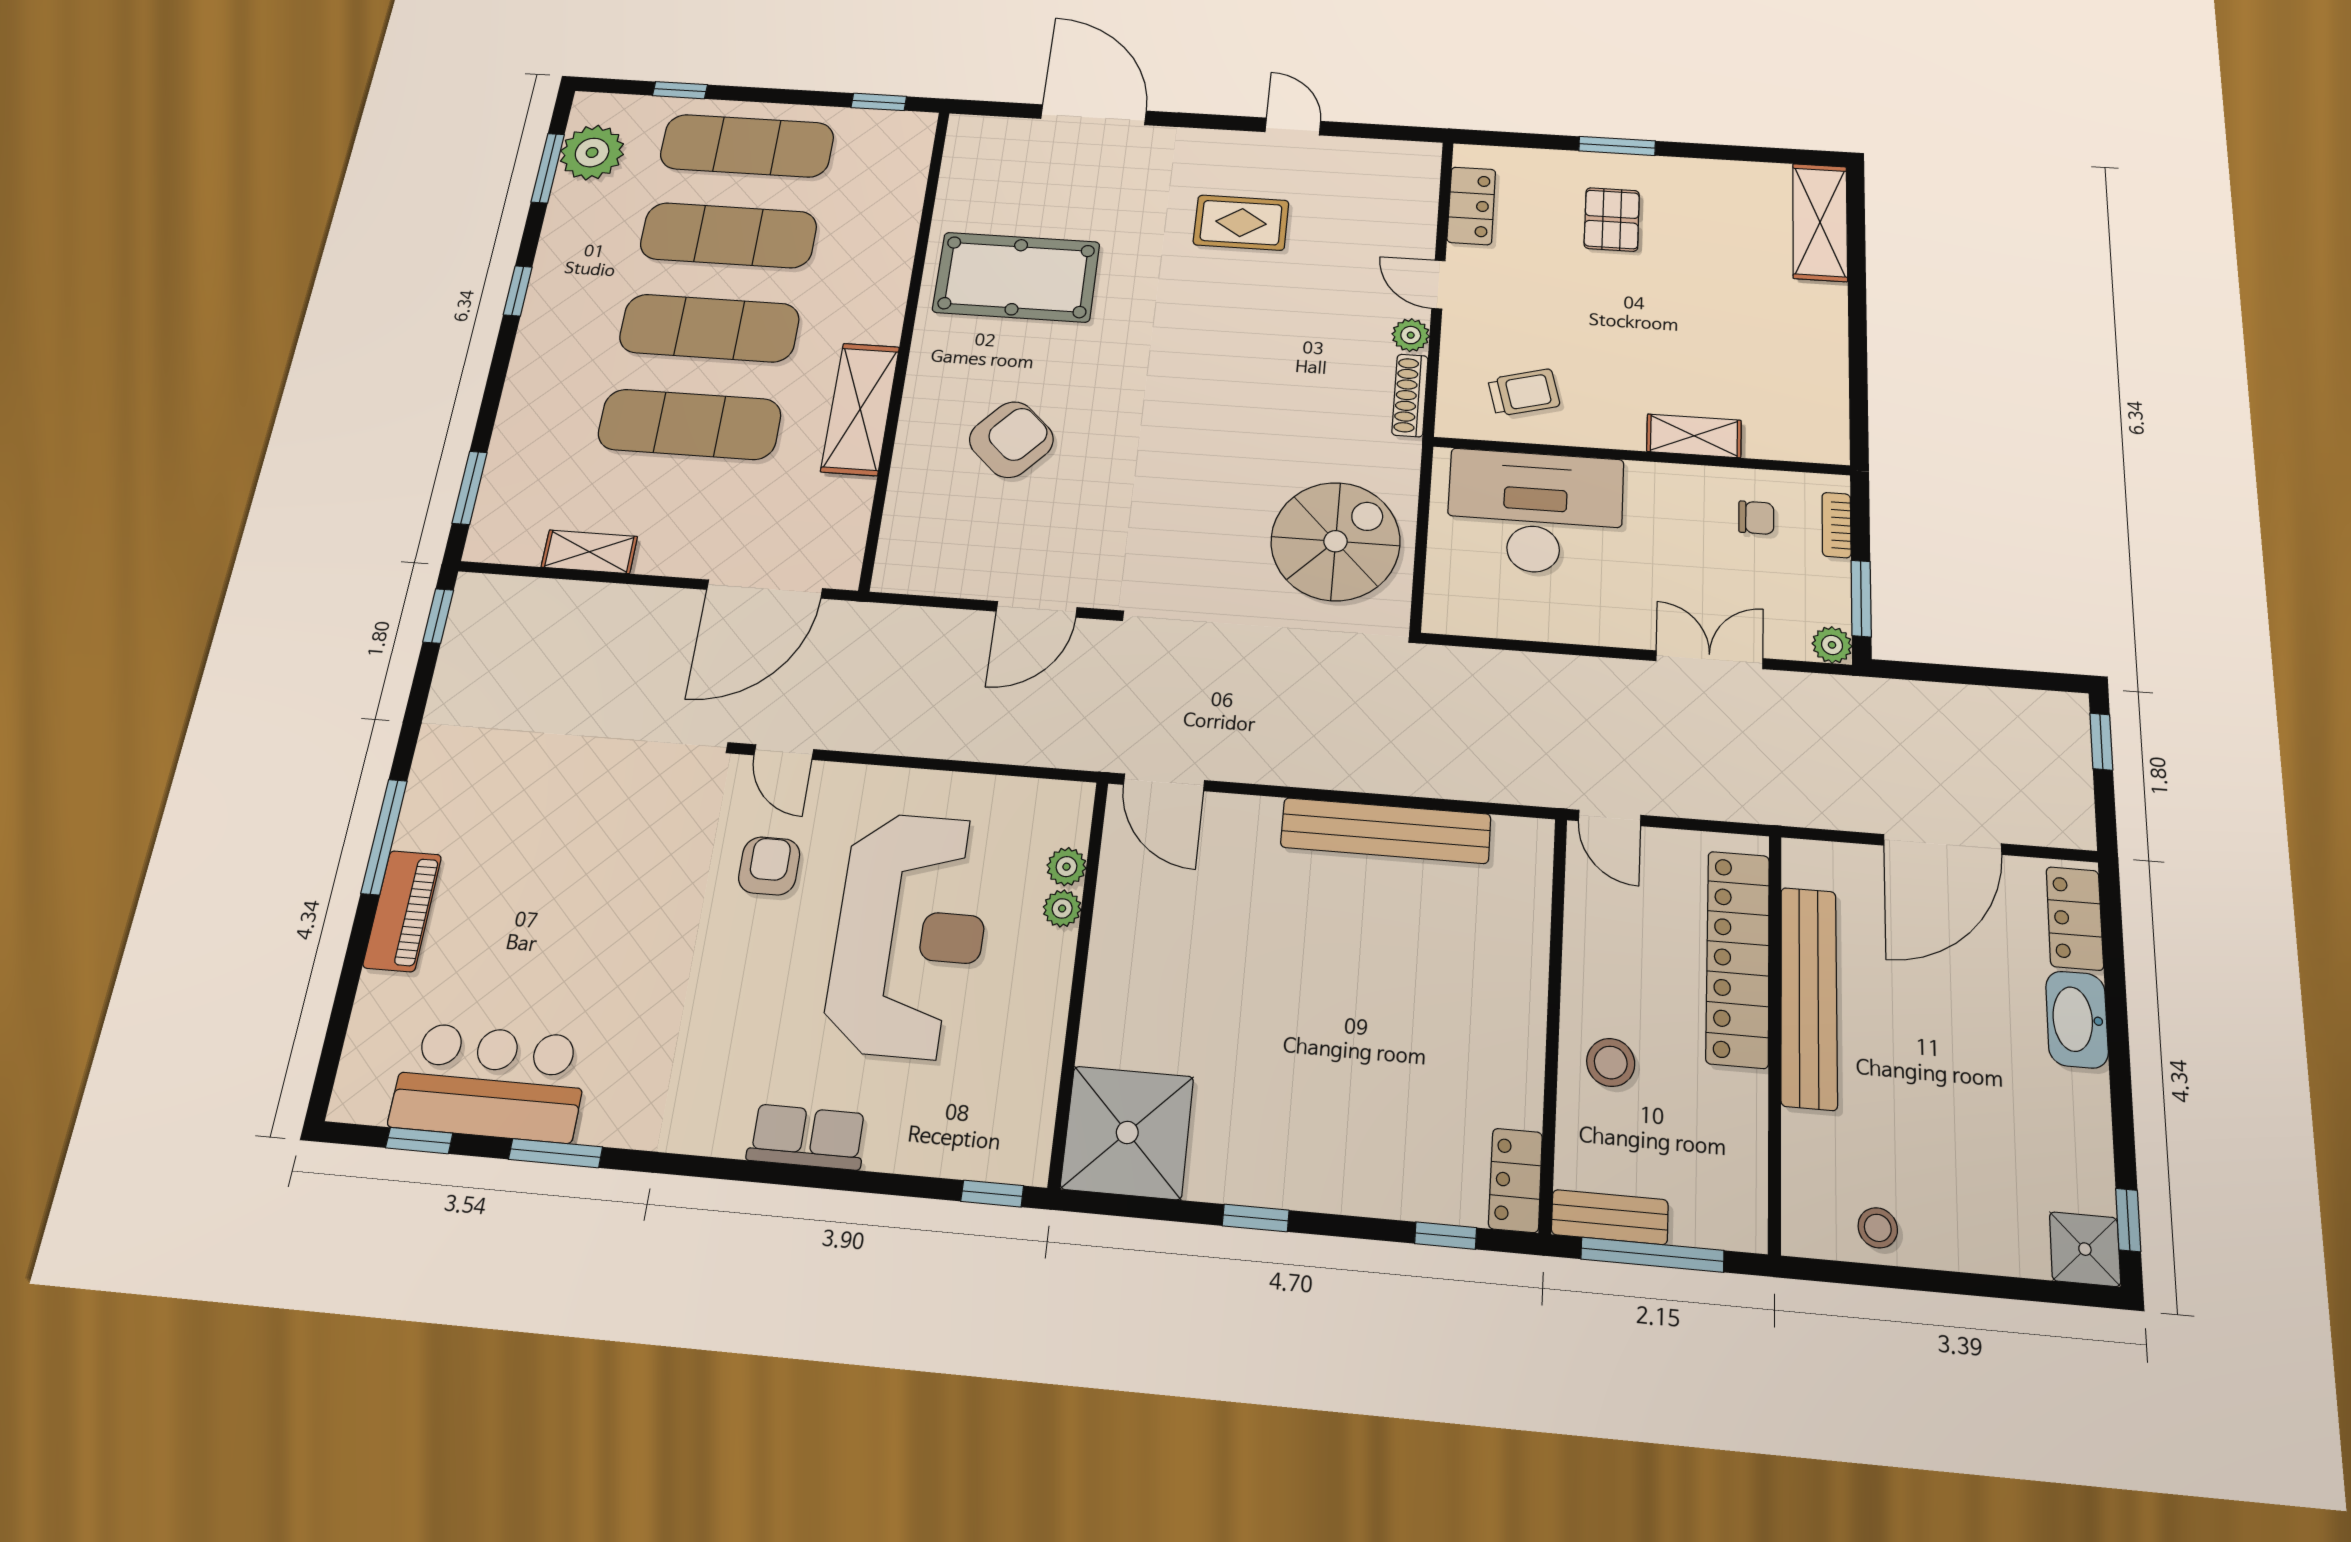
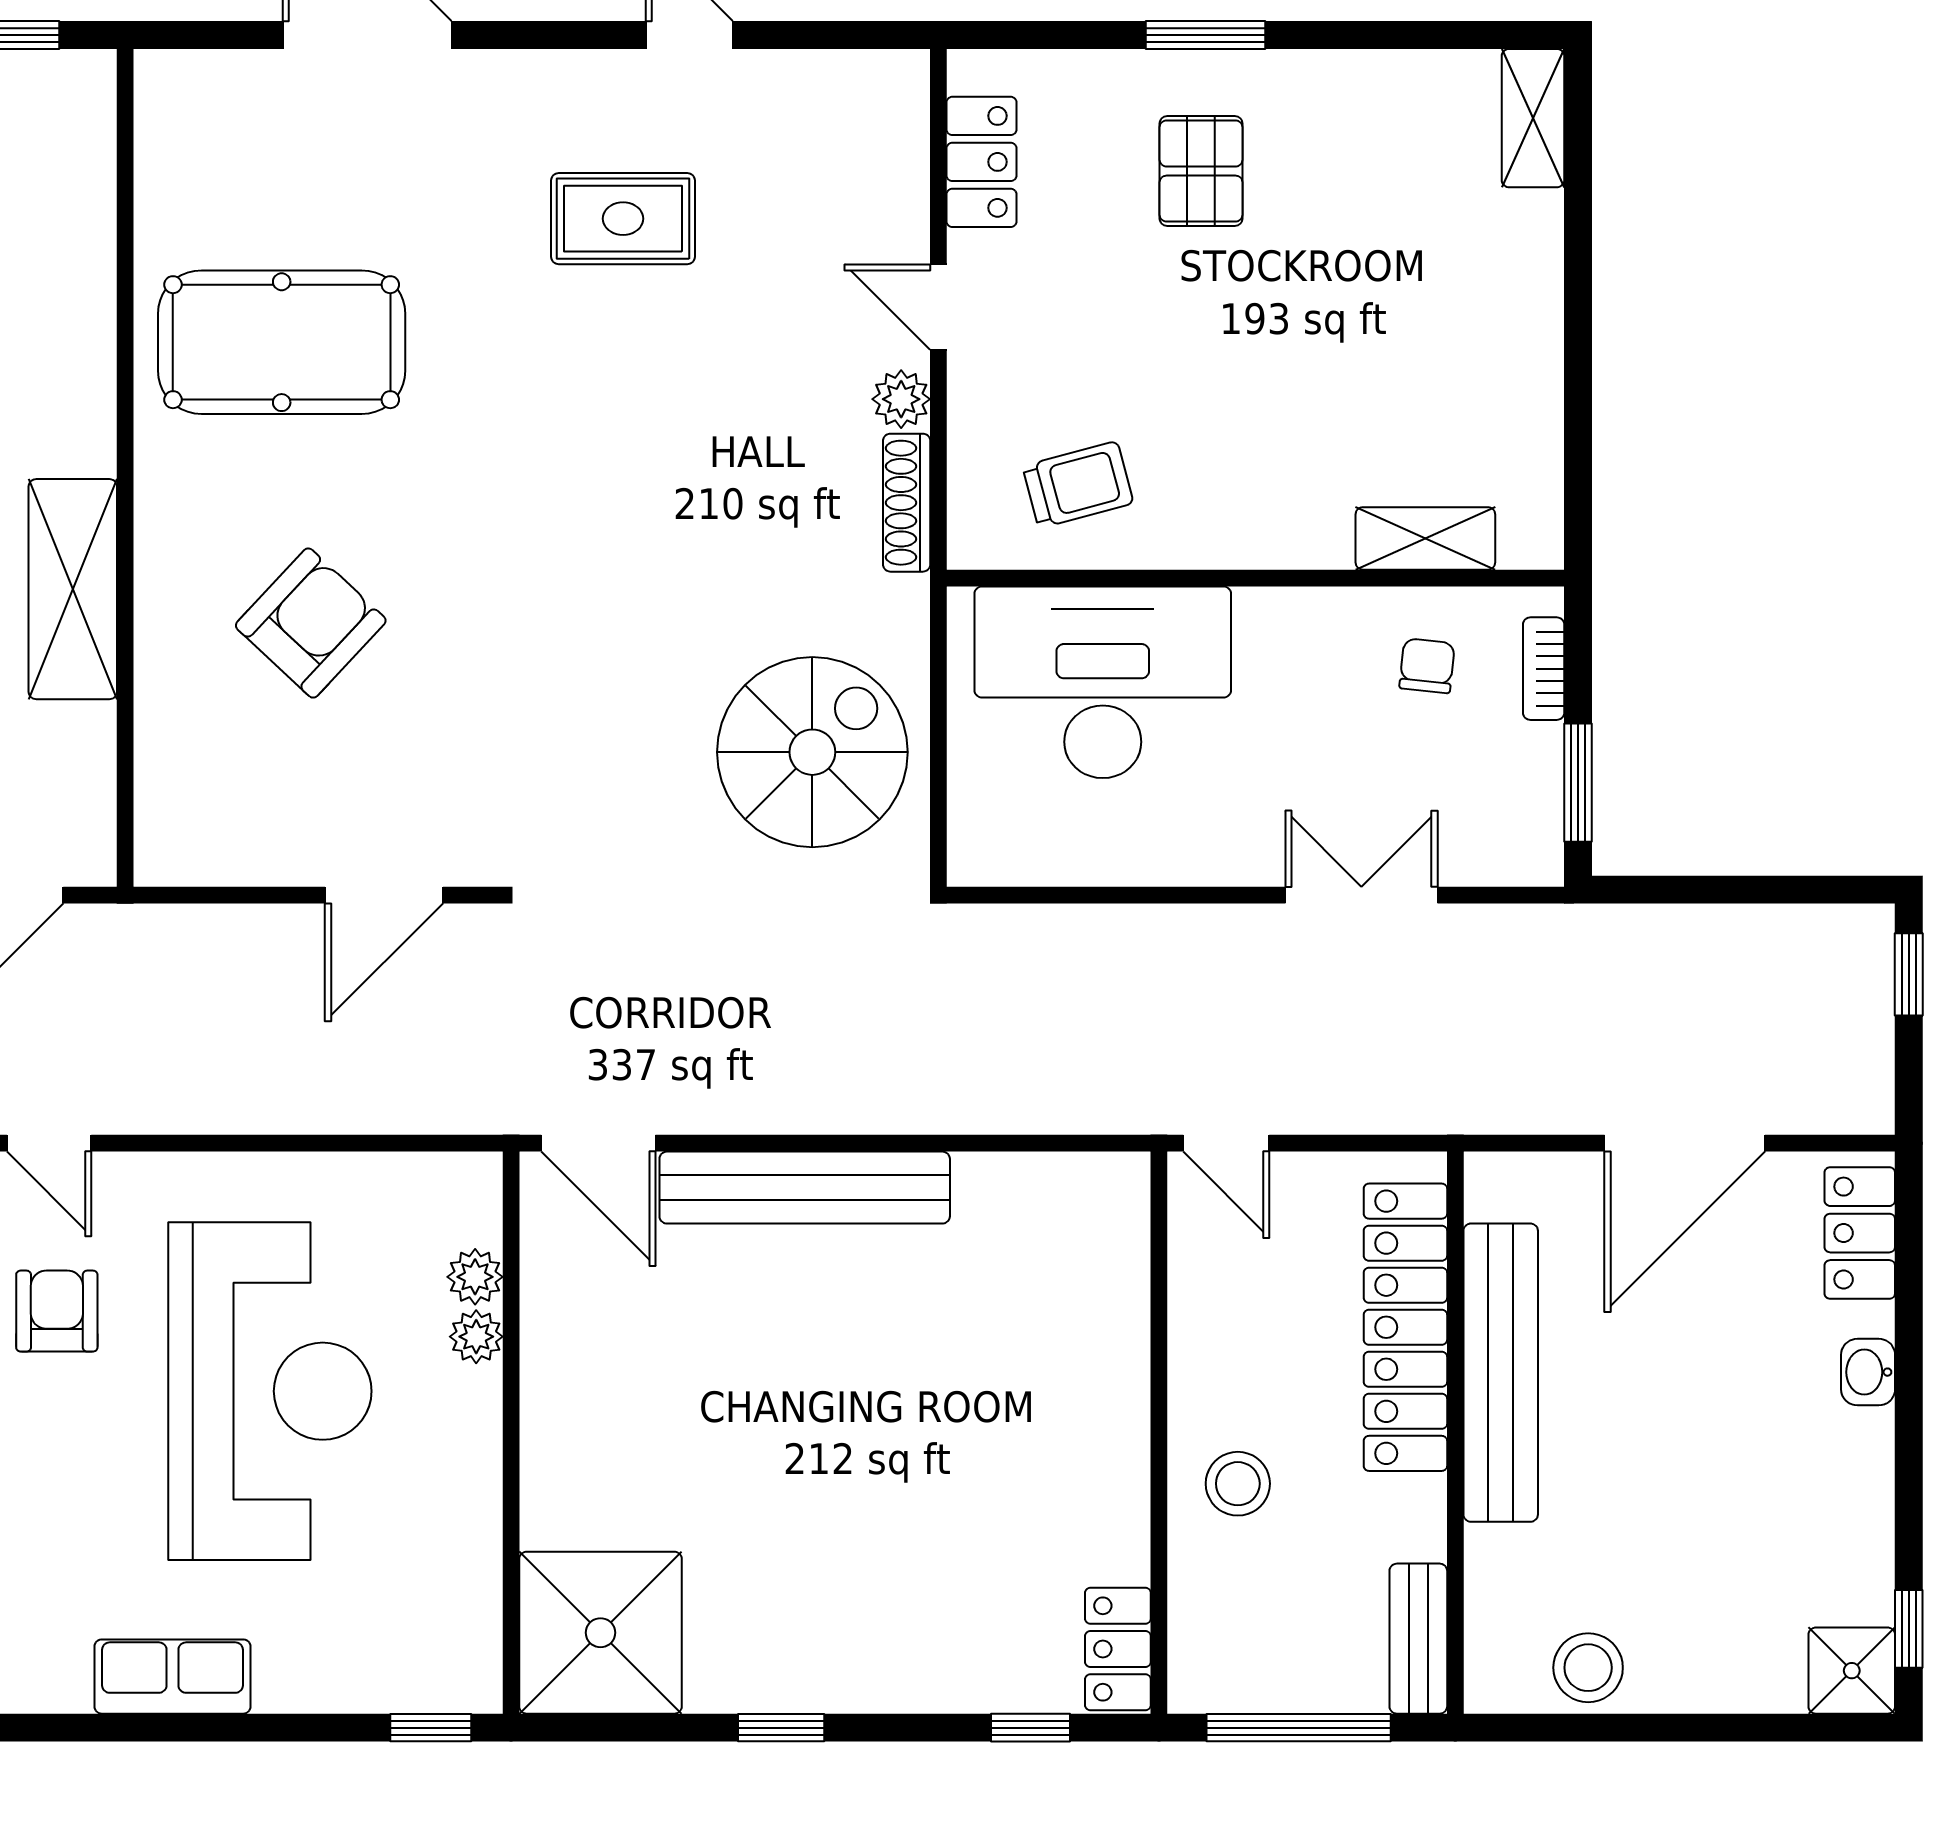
shelving: (1820, 222) -> (1533, 118), width x0.67, depth x0.75
shelving: (1694, 436) -> (1425, 538), moved
chair: (1756, 518) -> (1427, 666), turned -84
plant: (1832, 645) -> (1536, 858), removed
bench: (1386, 831) -> (805, 1188), moved
washbasin: (2077, 1019) -> (1868, 1372), width x0.52, depth x0.69
bench: (1610, 1217) -> (1418, 1639), moved, turned 90
stool: (1878, 1228) -> (1588, 1668), width x1.37, depth x1.37

